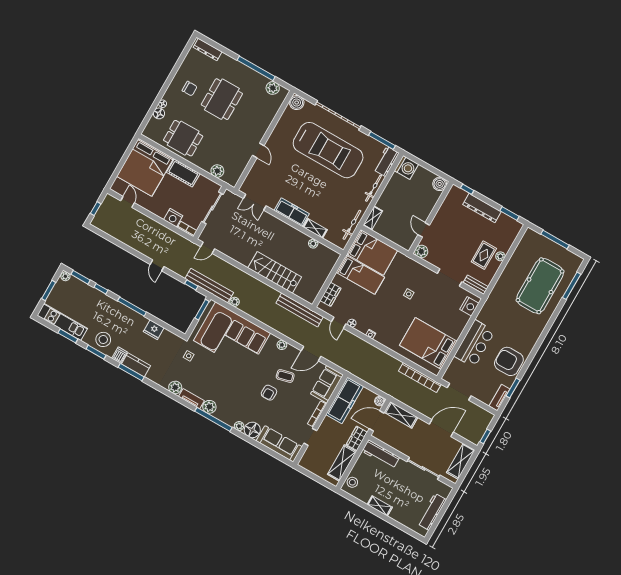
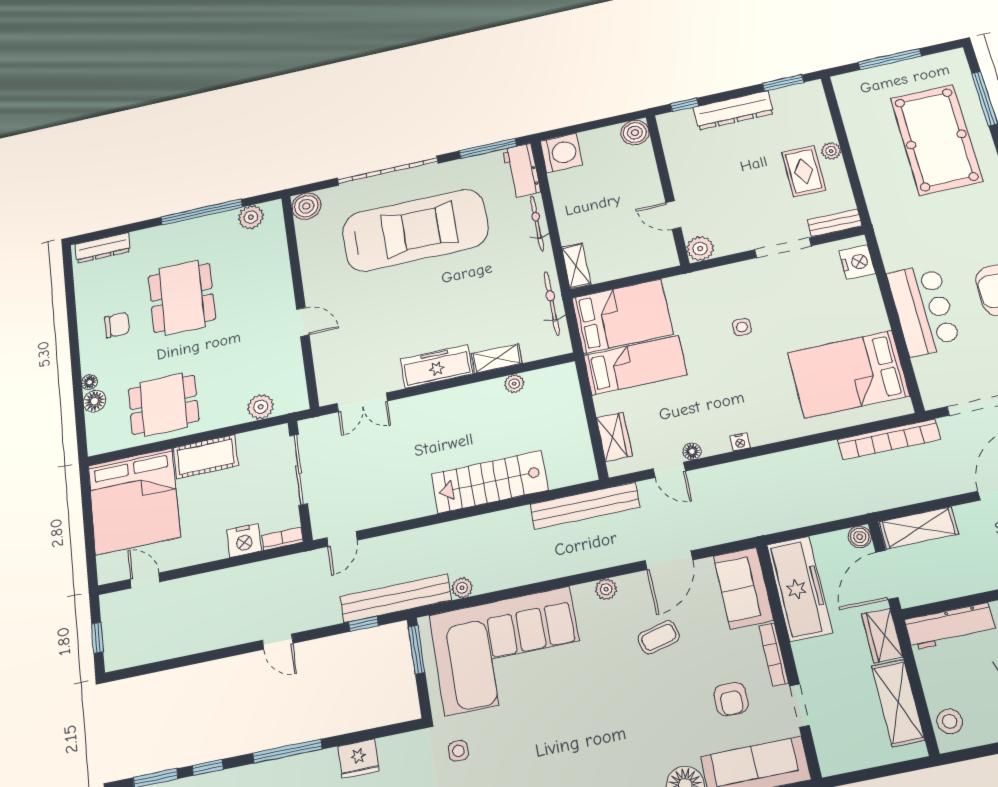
armchair: (269, 393) -> (731, 699), moved

